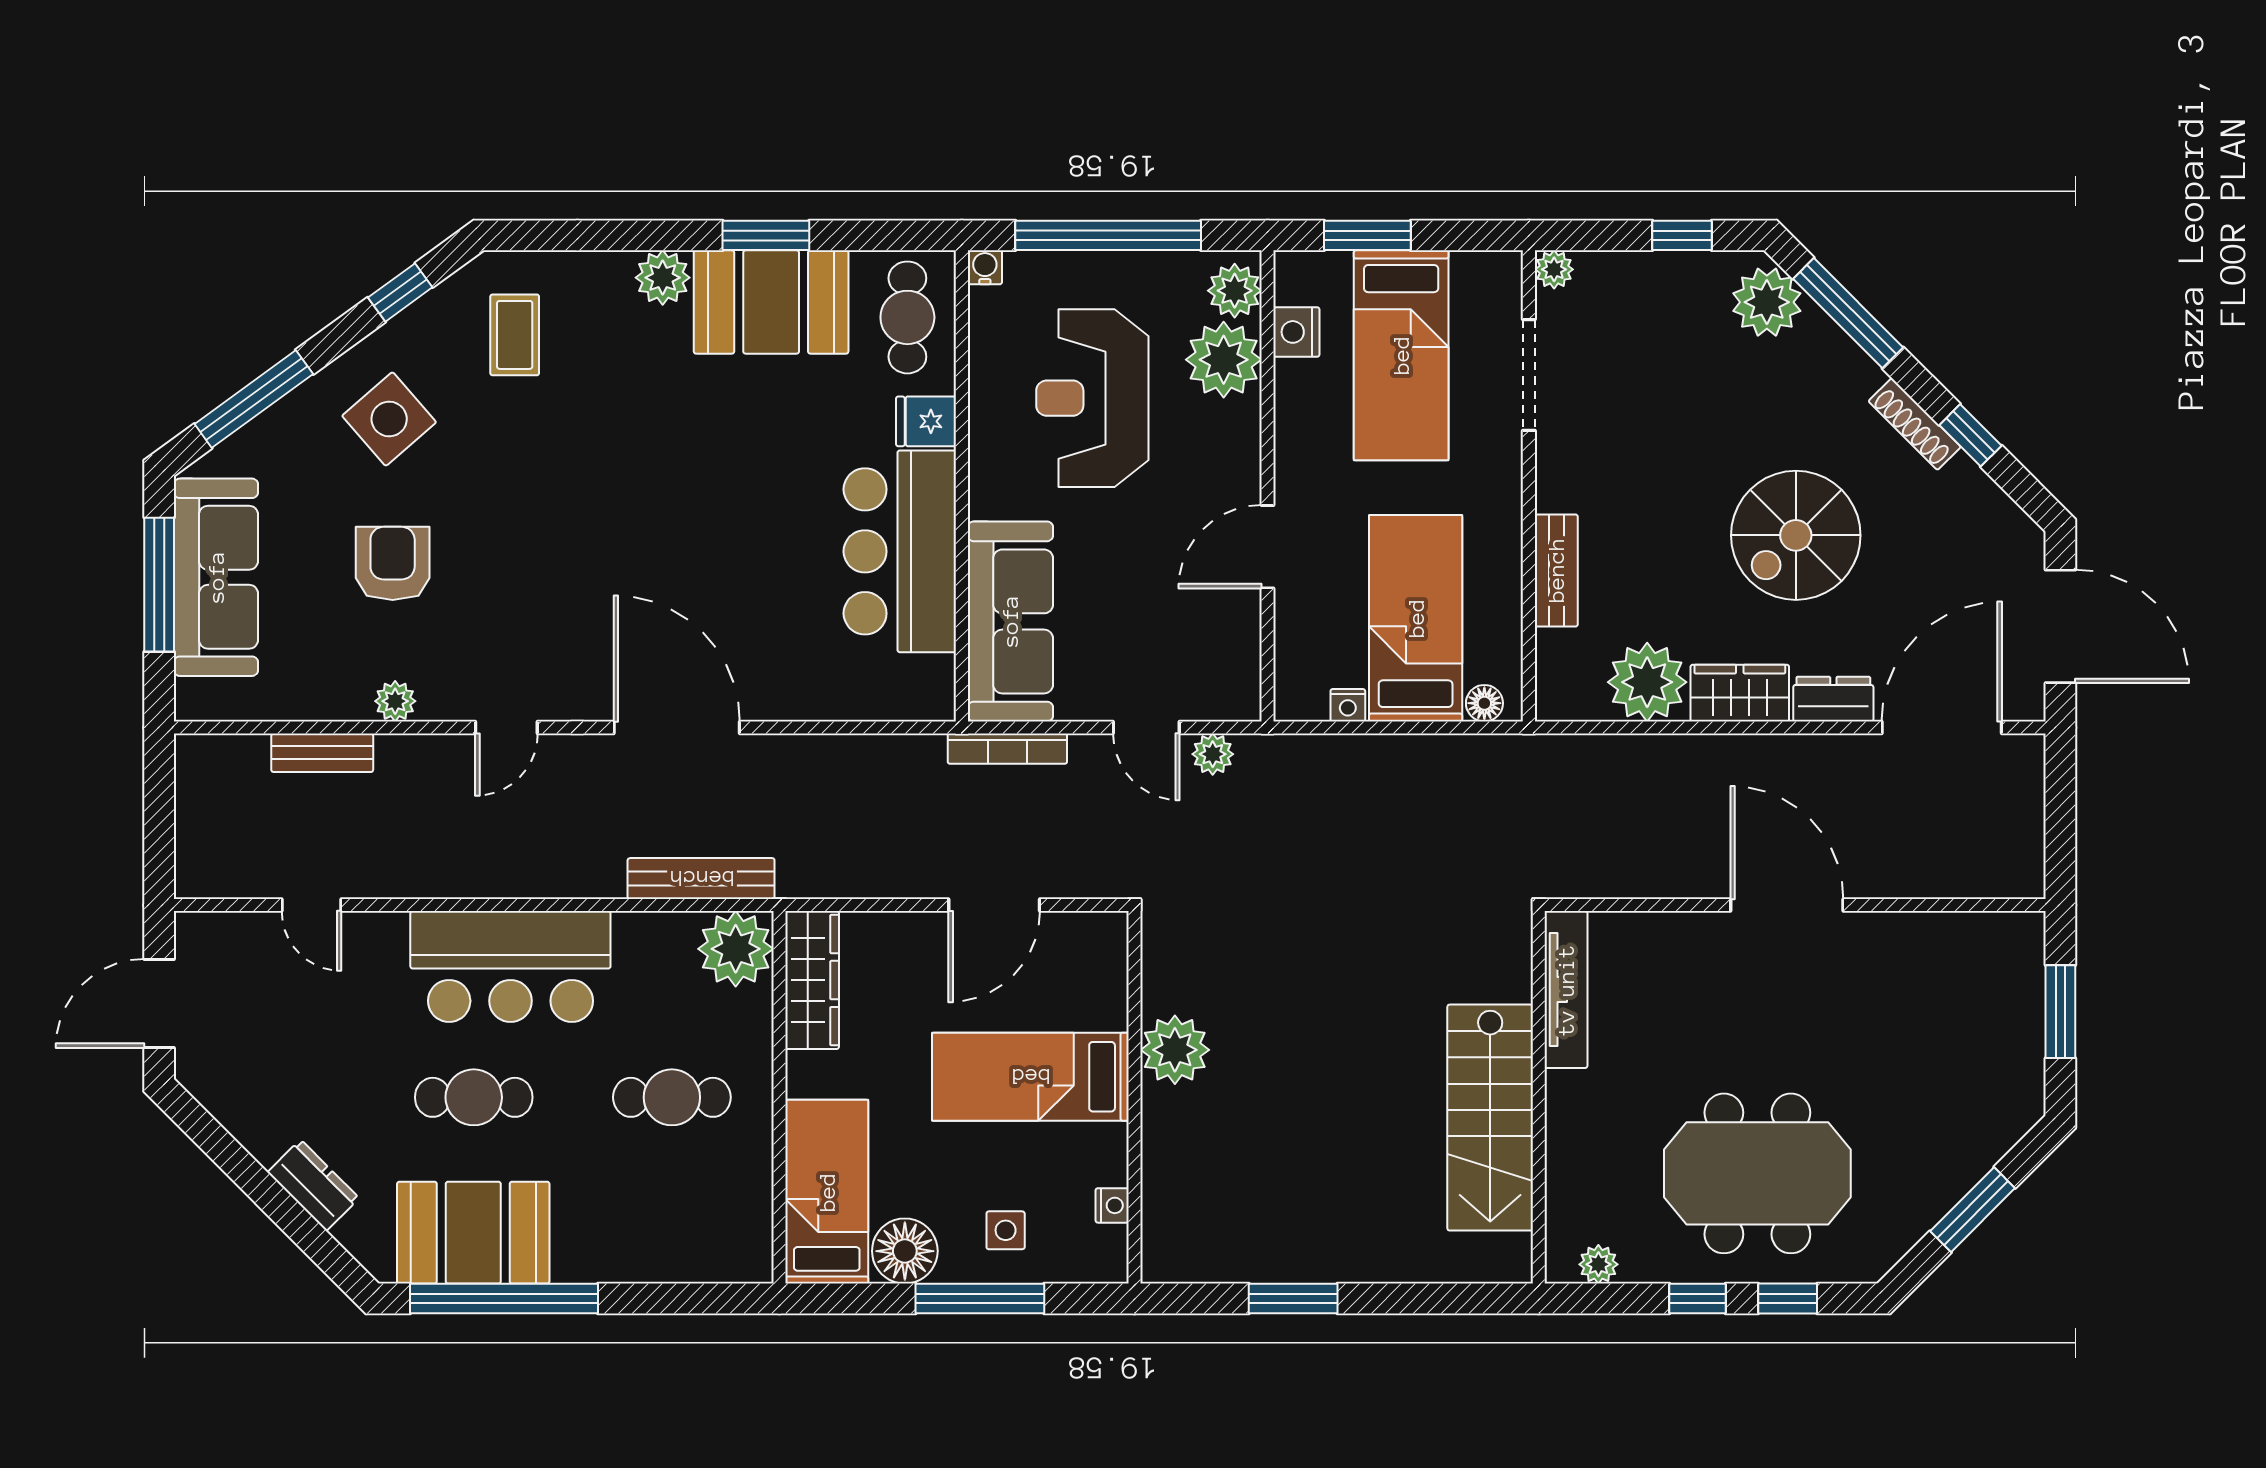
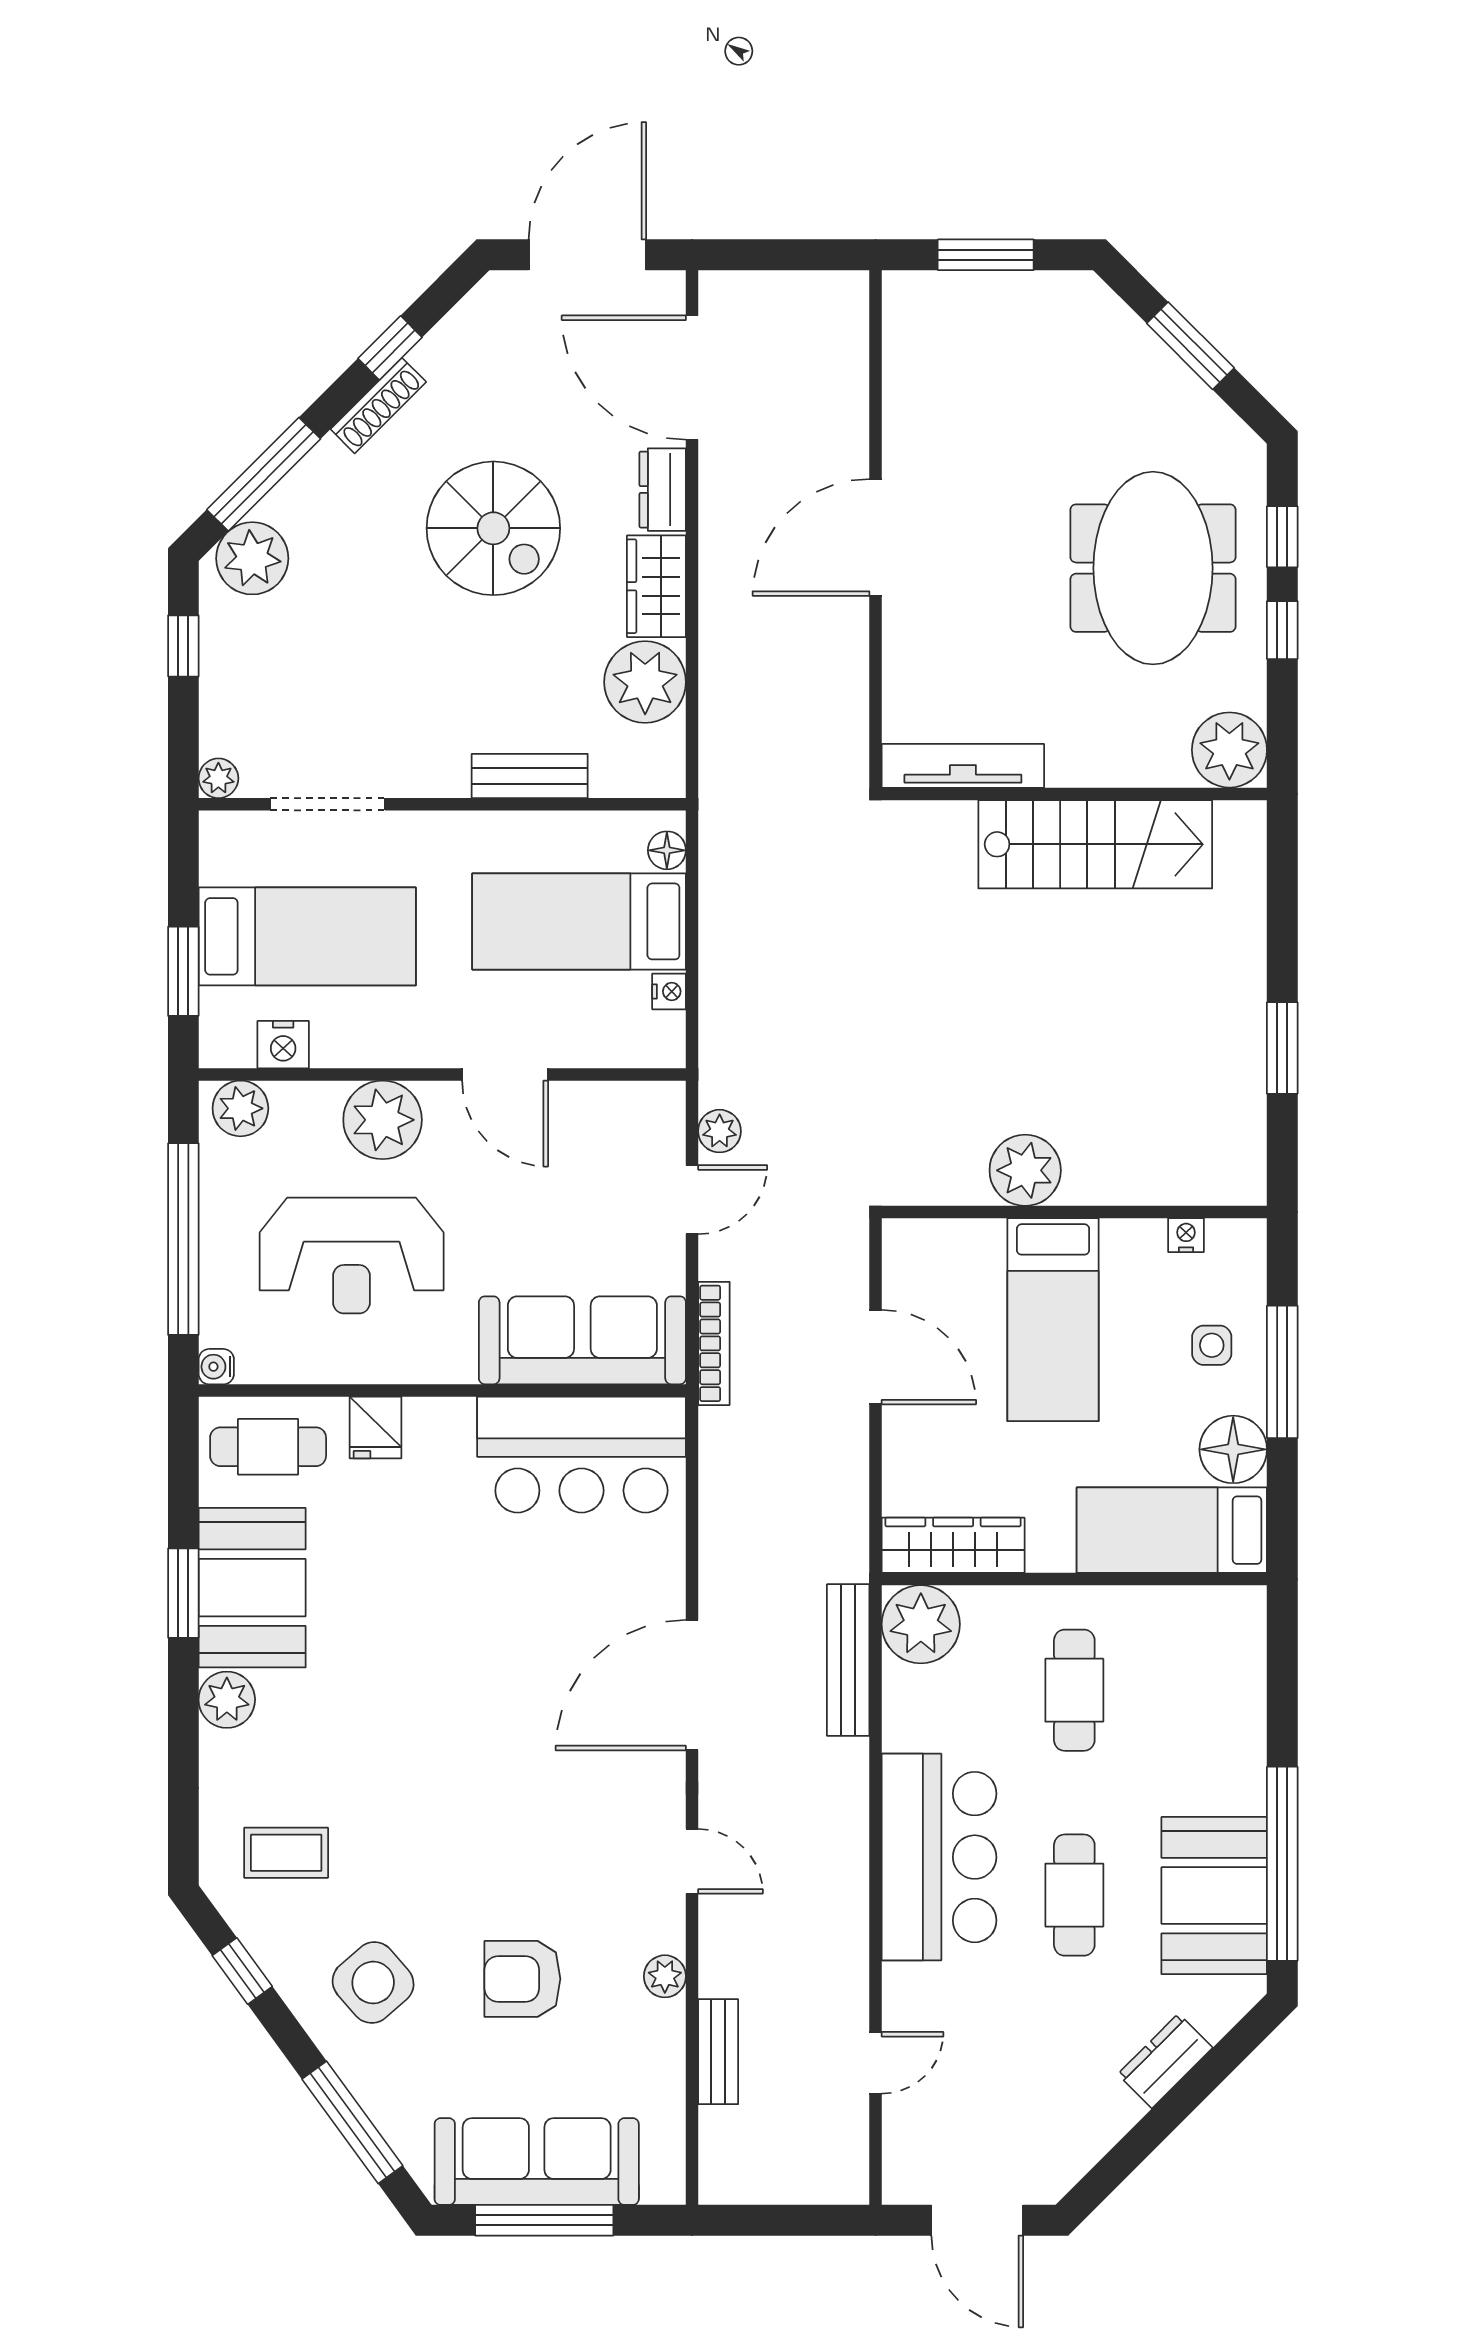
plant: (1224, 360) -> (383, 1120), moved
bar counter: (900, 551) -> (581, 1455), moved
plant: (1598, 1264) -> (1229, 750), width x1.88, depth x1.88

